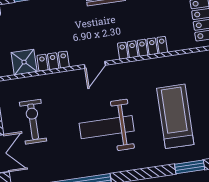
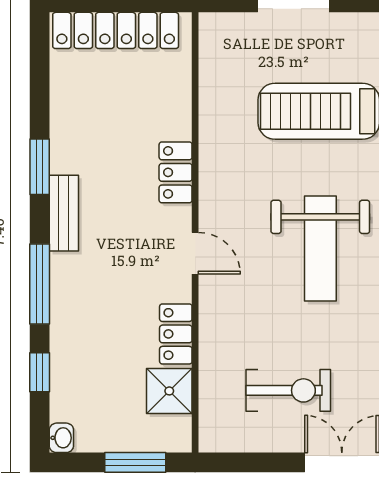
locker: (142, 48) -> (176, 172), width x0.66
exercise bike: (33, 122) -> (288, 390), turned 180

